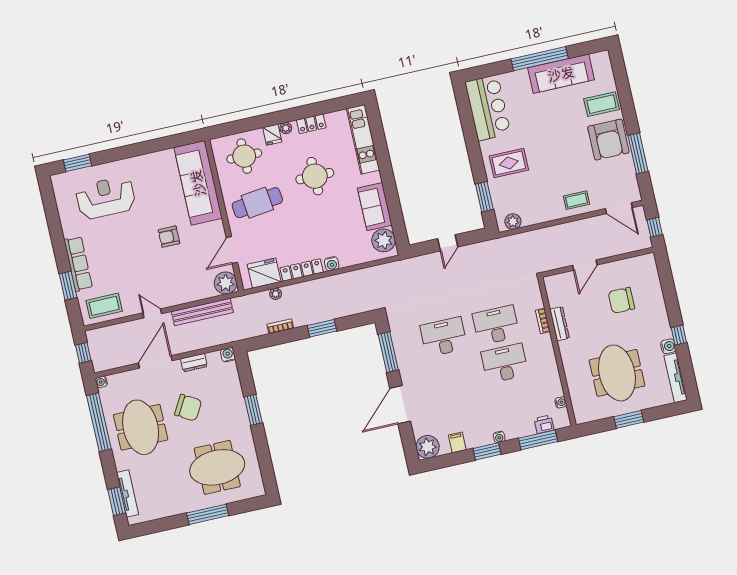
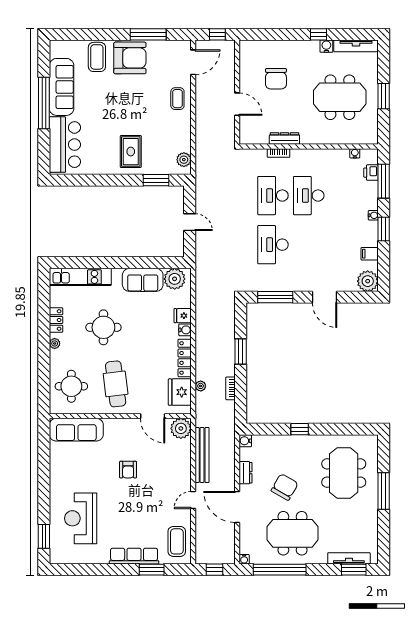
bar counter: (488, 108) -> (65, 145), moved, turned 90
fridge: (272, 135) -> (183, 316), moved, turned 180
sofa: (198, 183) -> (76, 430), width x0.74, depth x0.79
door: (400, 405) -> (325, 297), width x0.73
window: (253, 410) -> (300, 429), width x0.67

